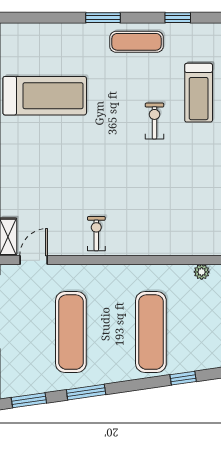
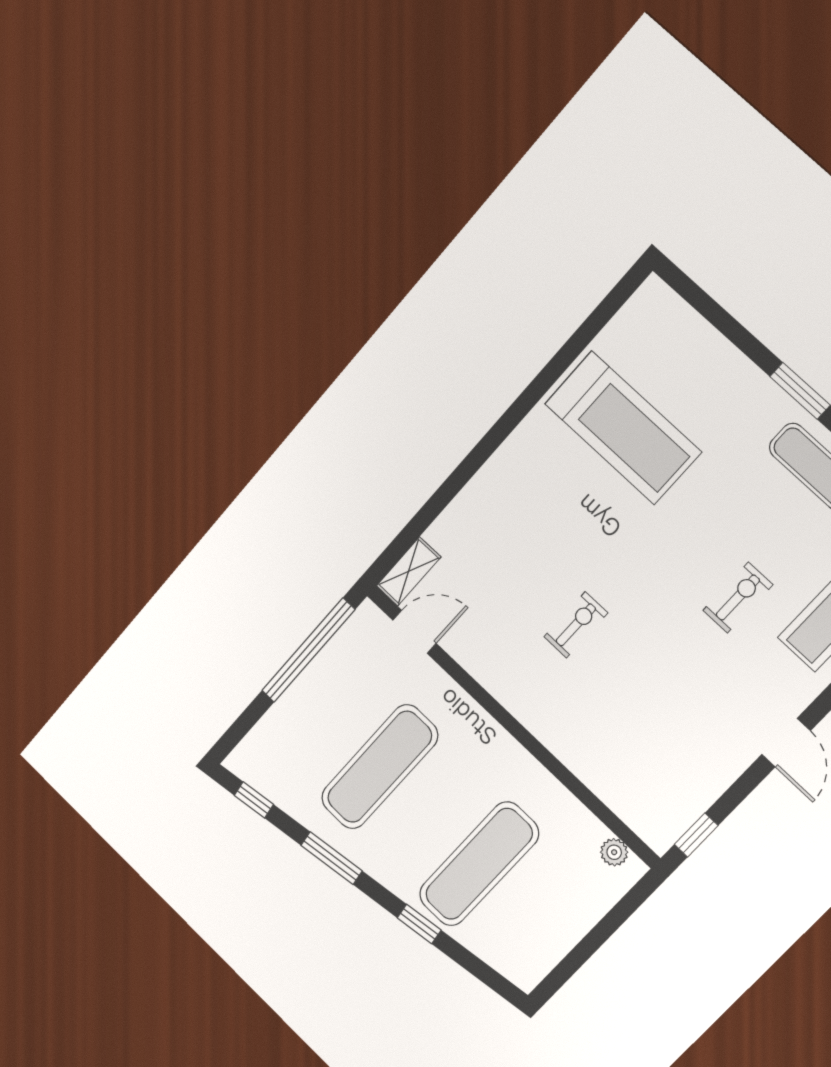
exercise bike: (96, 234) -> (576, 625), moved
window: (183, 378) -> (419, 924), moved
window: (29, 400) -> (254, 800), width x0.67

